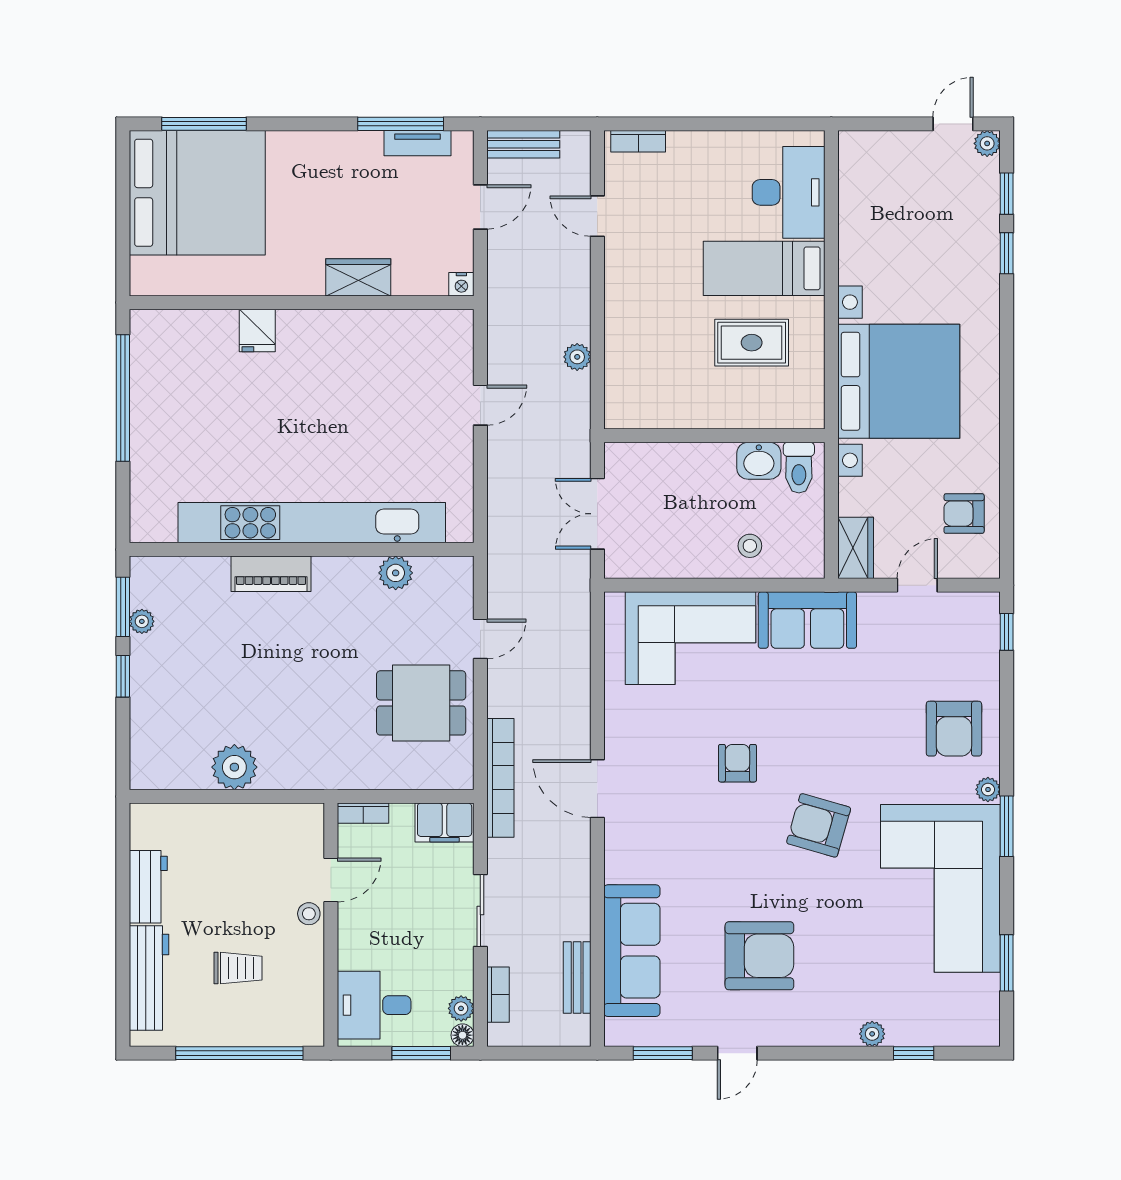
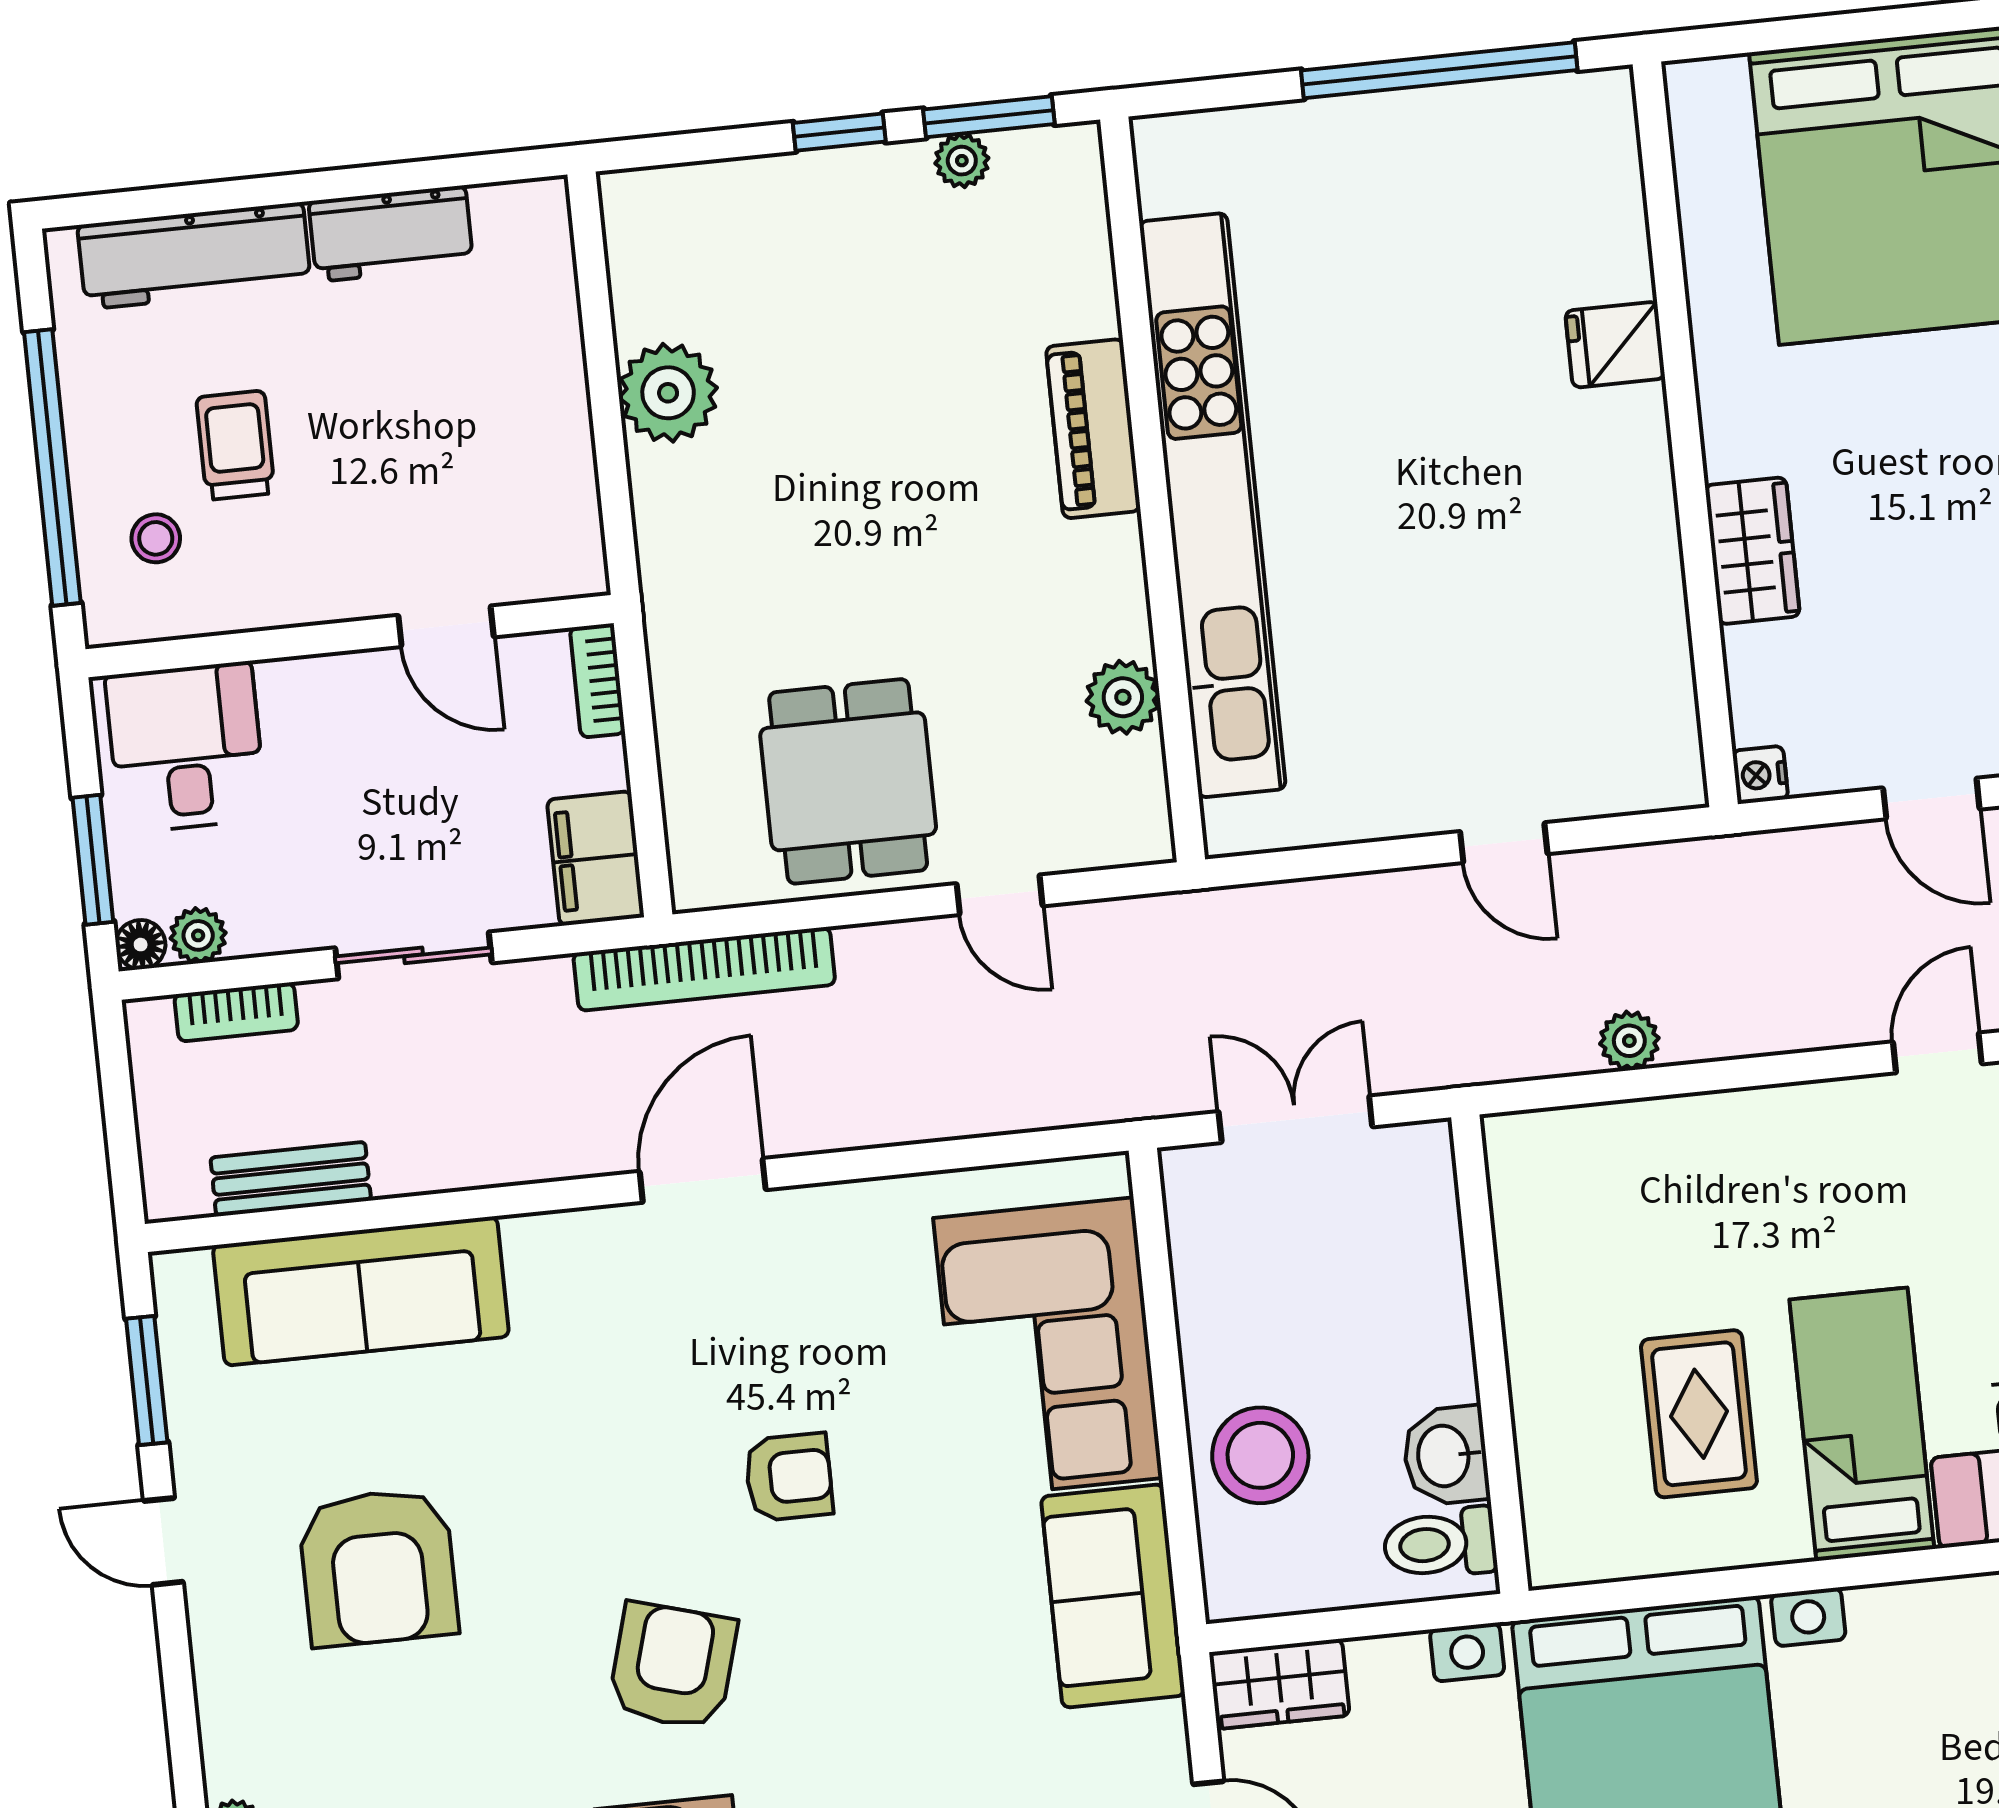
stool: (750, 546) -> (1260, 1455), width x1.89, depth x1.89
stool: (309, 914) -> (156, 538), moved
trolley: (238, 968) -> (235, 445), turned 180

